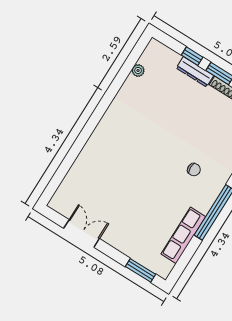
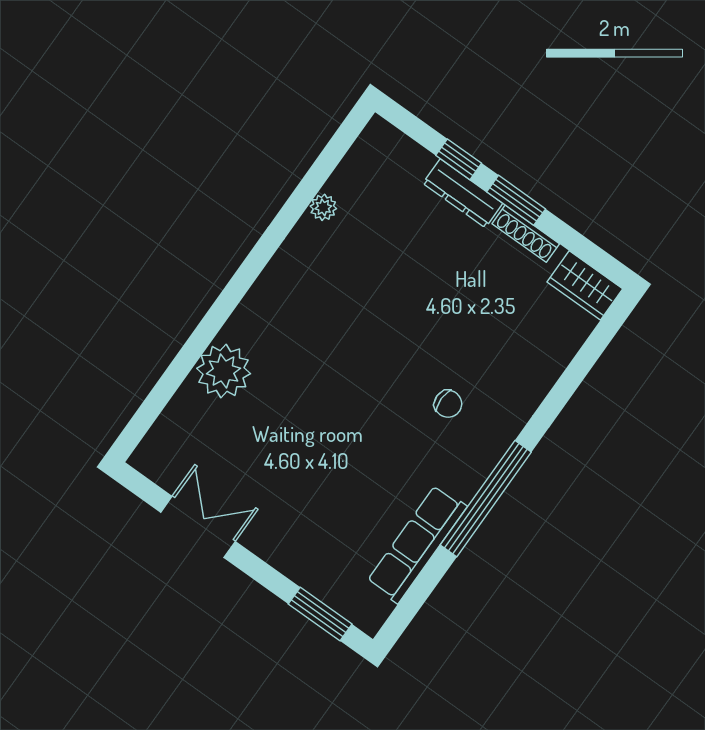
plant: (138, 70) -> (323, 207), moved
plant: (89, 161) -> (224, 371), added

